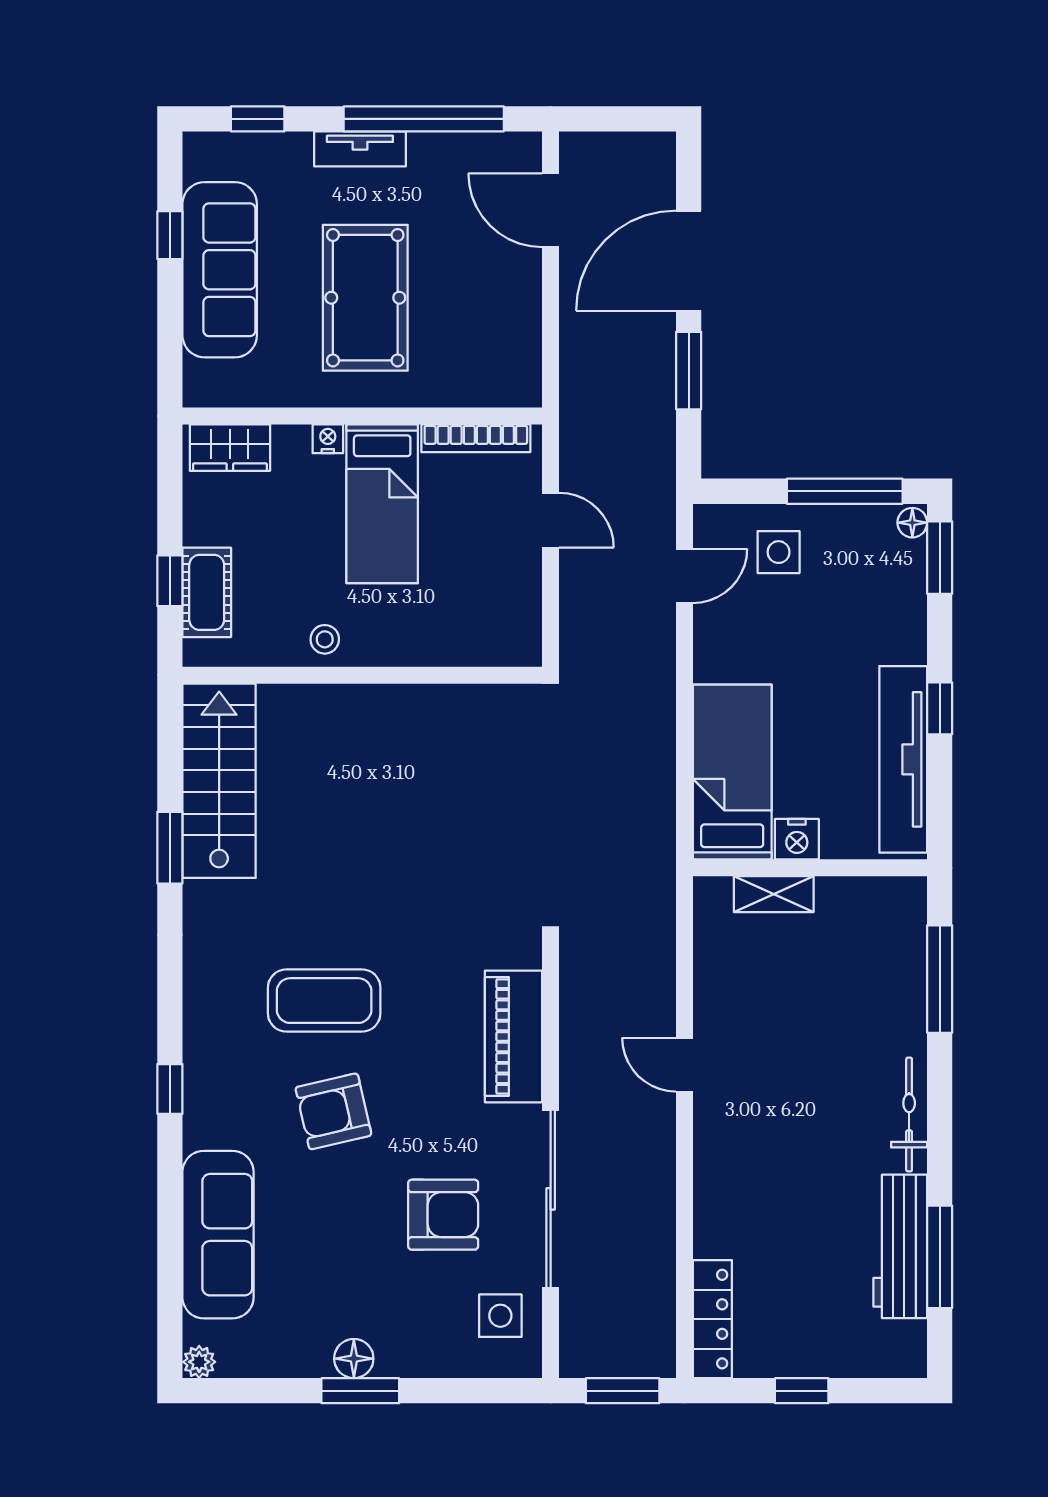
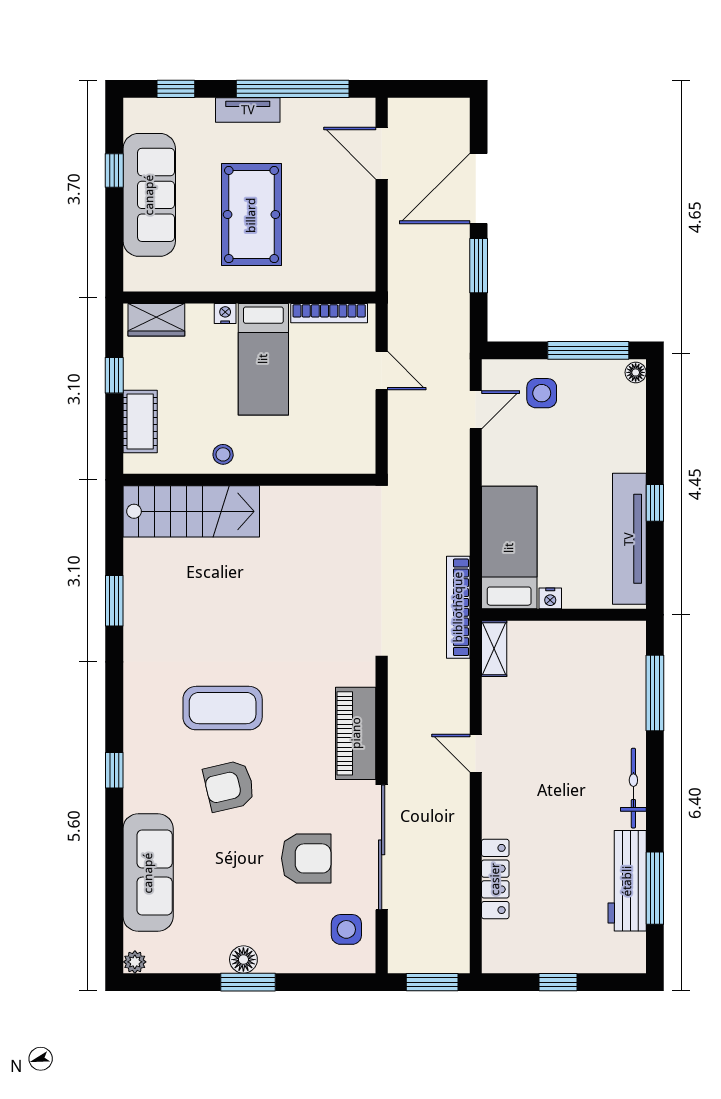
window: (940, 558) -> (655, 397), removed
window: (170, 581) -> (114, 375), moved
stairs: (219, 781) -> (191, 511), moved, turned 90
nightstand: (797, 839) -> (550, 598), width x0.72, depth x0.74
bookcase: (660, 857) -> (458, 607), added
shelving: (774, 894) -> (494, 649), moved, turned 90
locker: (712, 1319) -> (495, 879), moved

